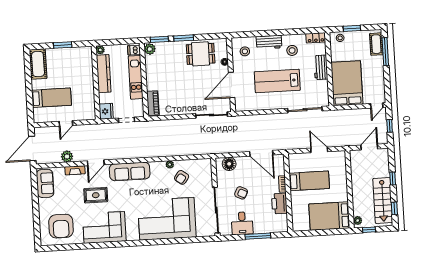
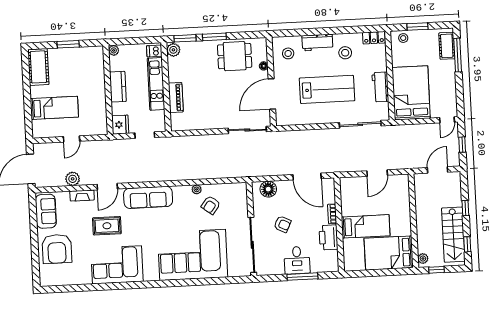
workbench: (321, 67) -> (380, 87), moved
kitchen counter: (104, 74) -> (118, 87), width x0.67
lab bench: (277, 81) -> (327, 89), turned 180
piano: (153, 103) -> (176, 98), moved
door: (319, 150) -> (377, 173), swing flipped
bed: (309, 181) -> (366, 226), moved
desk: (242, 223) -> (297, 260), moved
armchair: (61, 226) -> (57, 249), moved

